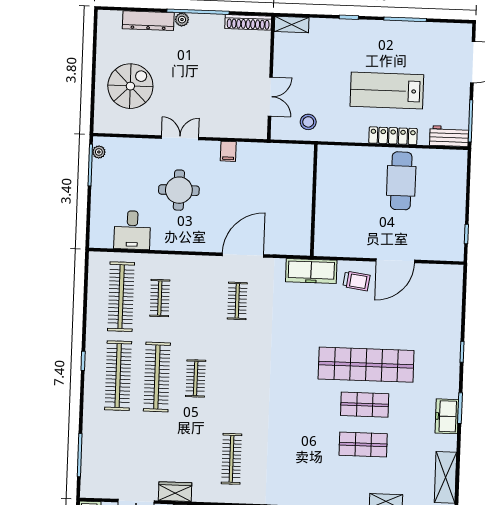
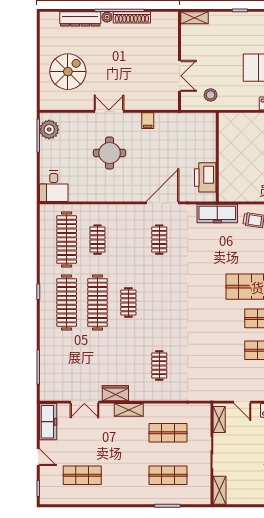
shoe rack: (248, 22) -> (132, 17), moved
plant: (99, 152) -> (49, 130), width x1.87, depth x1.87
printer: (298, 225) -> (205, 177), added
desk: (132, 230) -> (54, 186), moved
clothes rail: (231, 459) -> (159, 365), width x0.73

